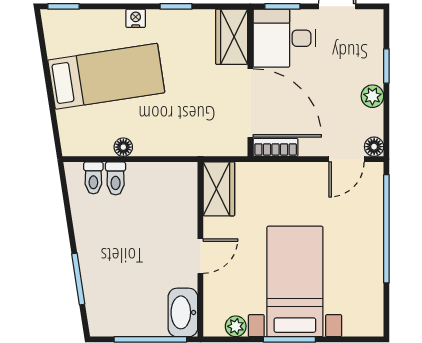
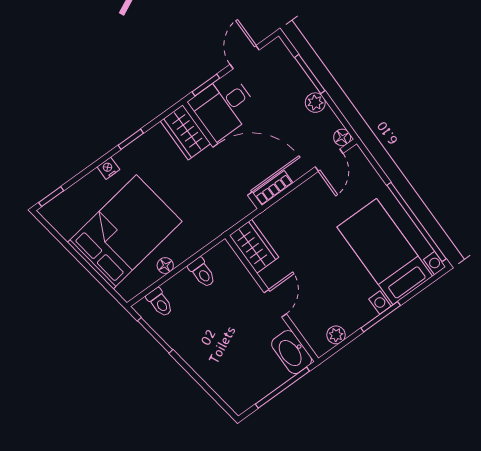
window: (386, 66) -> (310, 74), width x1.50
bed: (106, 76) -> (125, 232), width x1.50
toilet: (116, 178) -> (202, 273), moved
window: (386, 229) -> (417, 222), moved
window: (78, 279) -> (155, 335), moved
bed with nightstands: (295, 281) -> (385, 252), moved

